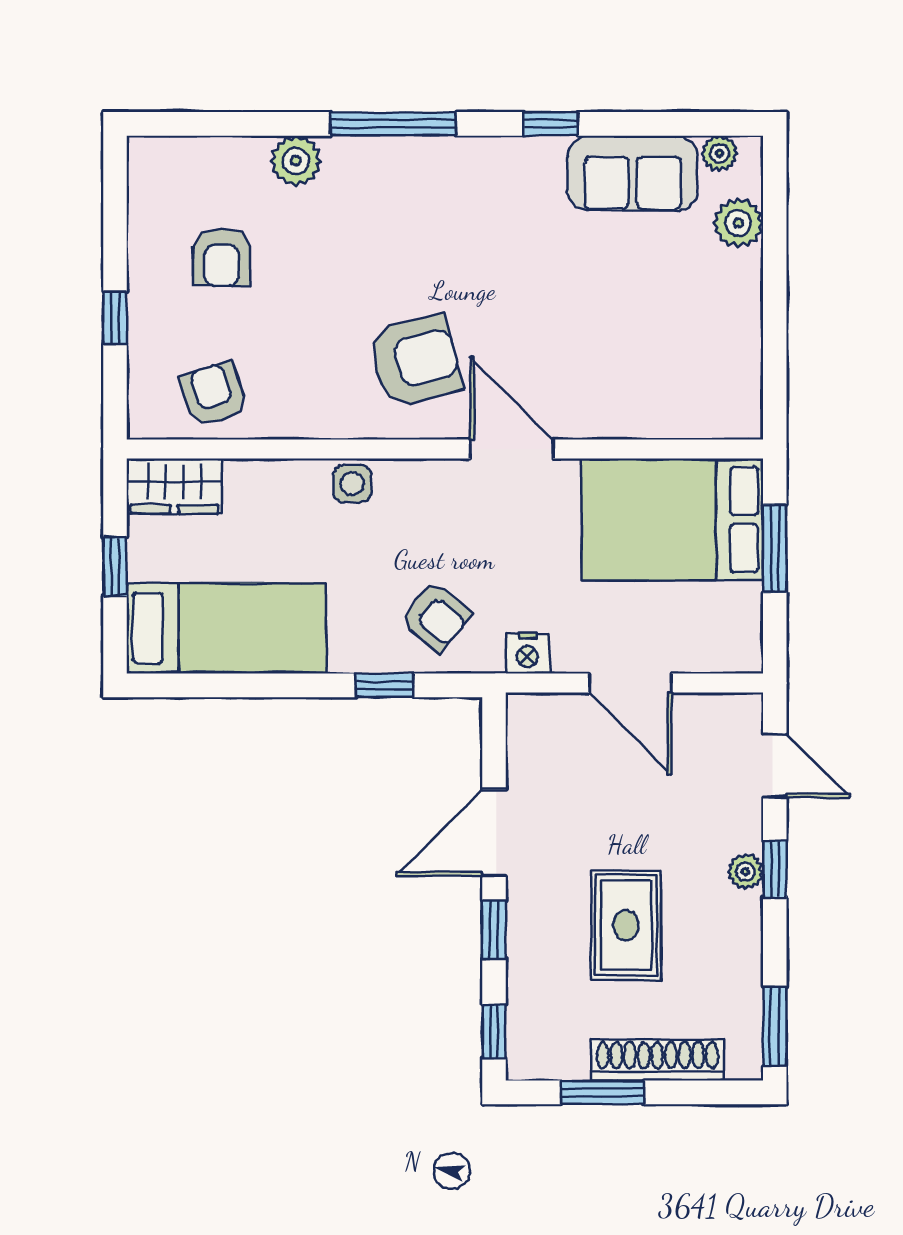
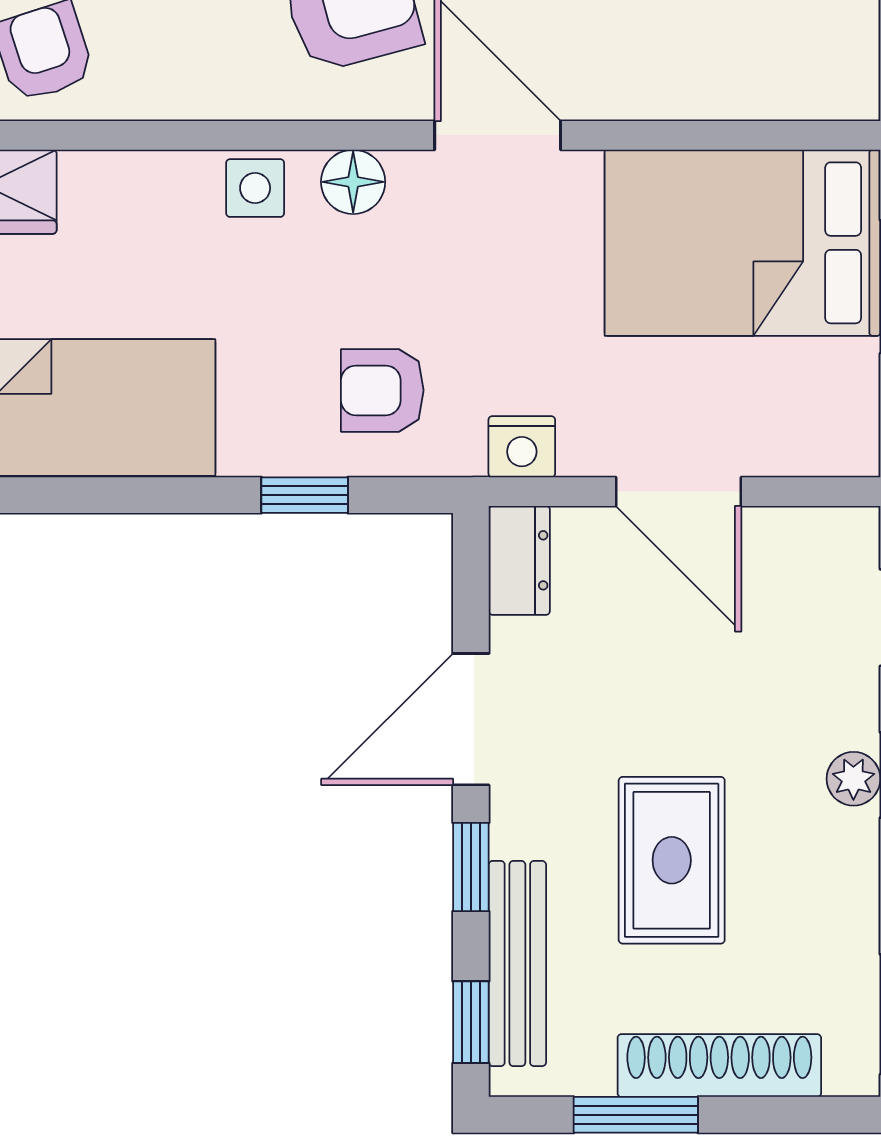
floor lamp: (417, 480) -> (353, 182), added
armchair: (436, 617) -> (382, 390), turned 140
dresser: (526, 728) -> (519, 560), added
bench: (525, 993) -> (517, 964), added

